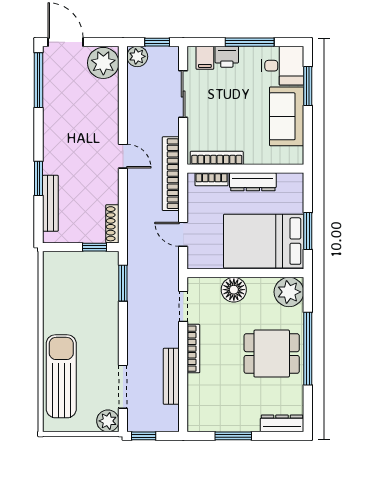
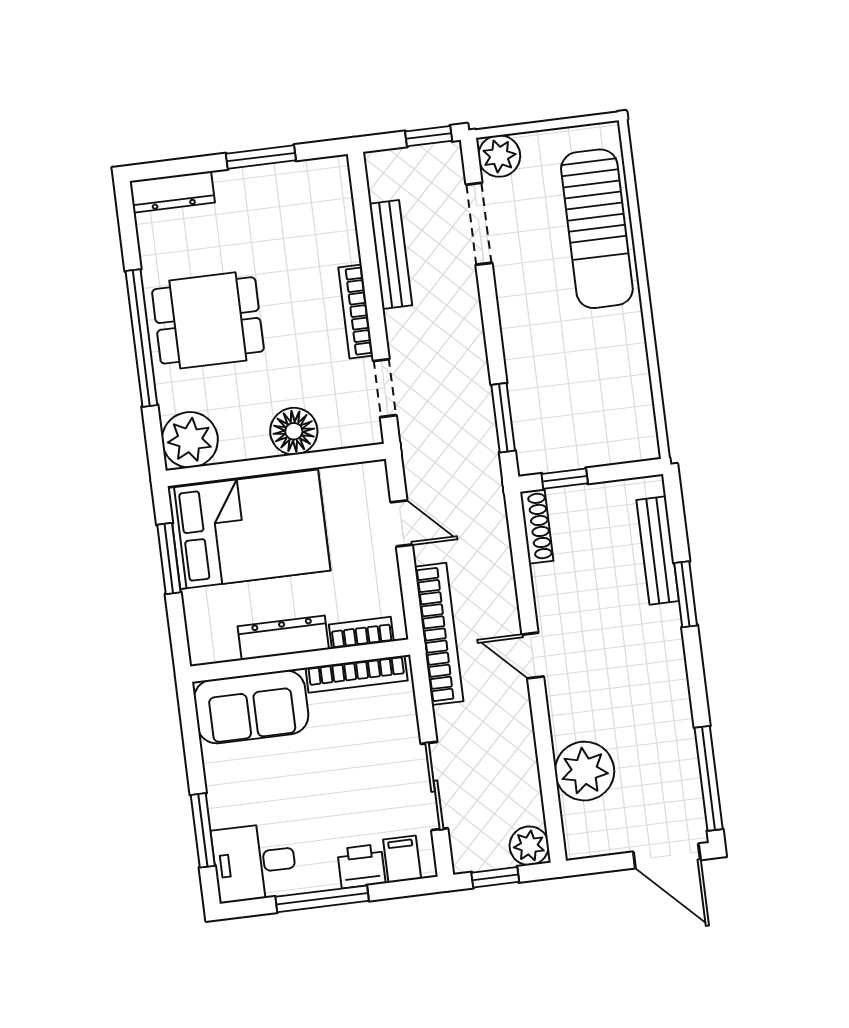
plant: (103, 63) -> (585, 771), moved
sofa: (287, 116) -> (251, 707), moved, turned 90

